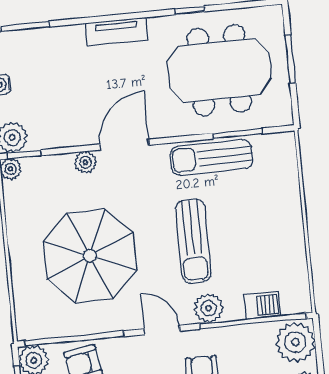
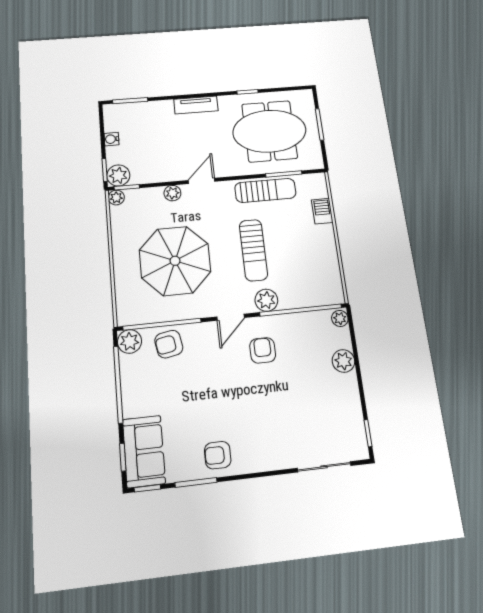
door: (125, 145) -> (202, 181), width x0.73
sun lounger: (211, 158) -> (265, 190), turned 180
barbecue: (262, 305) -> (322, 211), moved, turned -90
door: (162, 330) -> (231, 317), swing flipped
plant: (295, 342) -> (340, 318), width x0.53, depth x0.53

